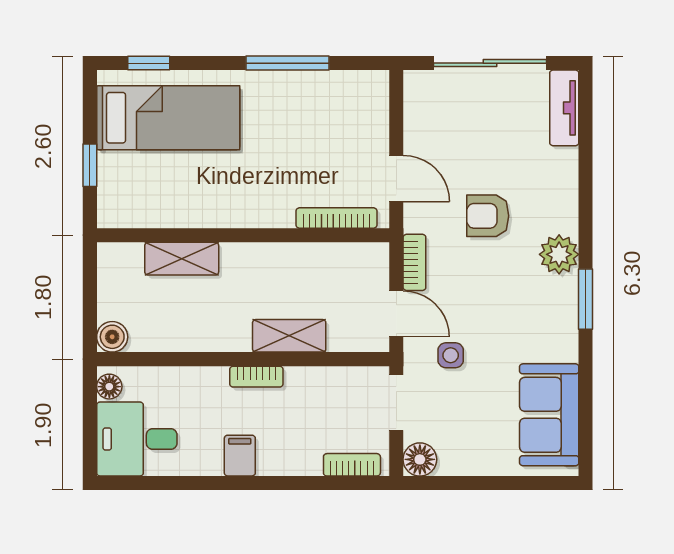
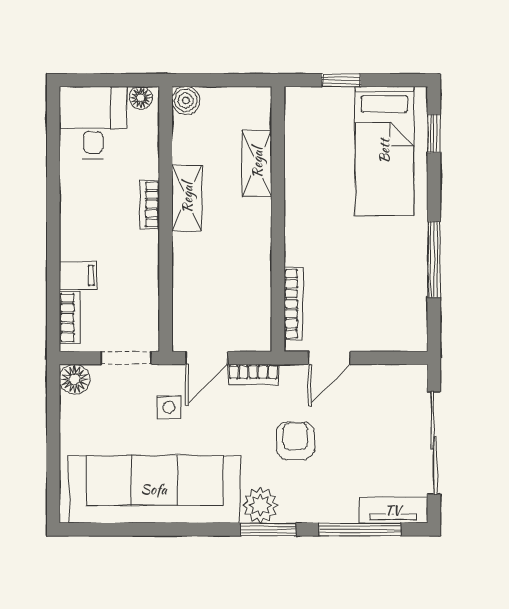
window: (586, 145) -> (360, 529), added
window: (586, 299) -> (268, 529), moved
shelving: (289, 336) -> (187, 198), moved
bookcase: (256, 377) -> (150, 204), moved
sofa: (549, 415) -> (154, 489), width x1.85, depth x1.27
filing cabinet: (240, 456) -> (78, 275), moved

